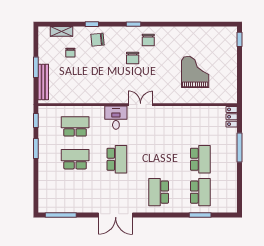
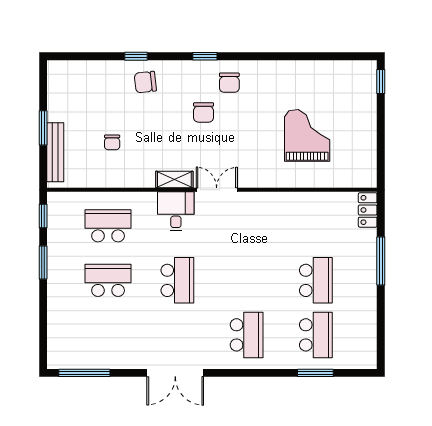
shelving: (62, 31) -> (174, 180), moved
chair: (70, 53) -> (112, 142), moved
school desk: (159, 192) -> (247, 335), turned 180

